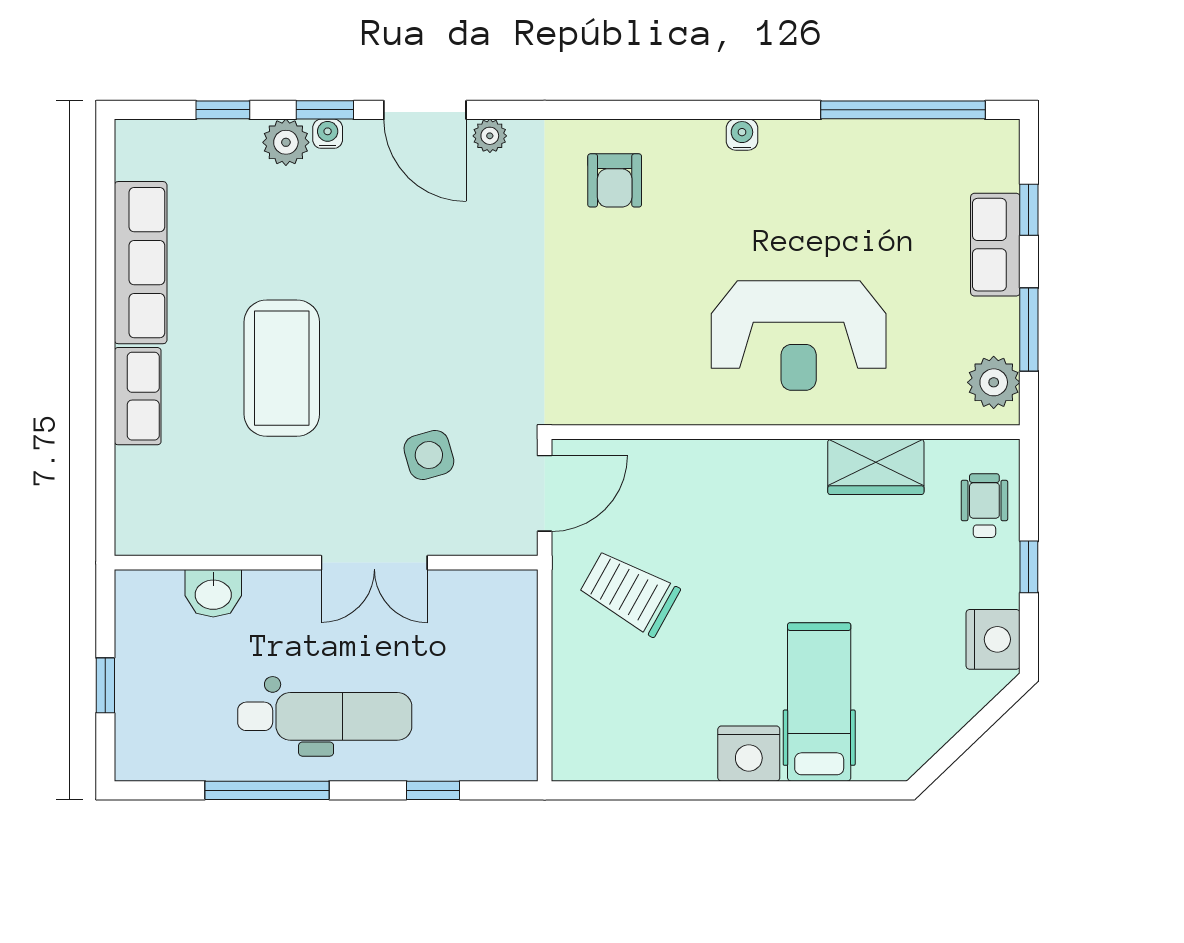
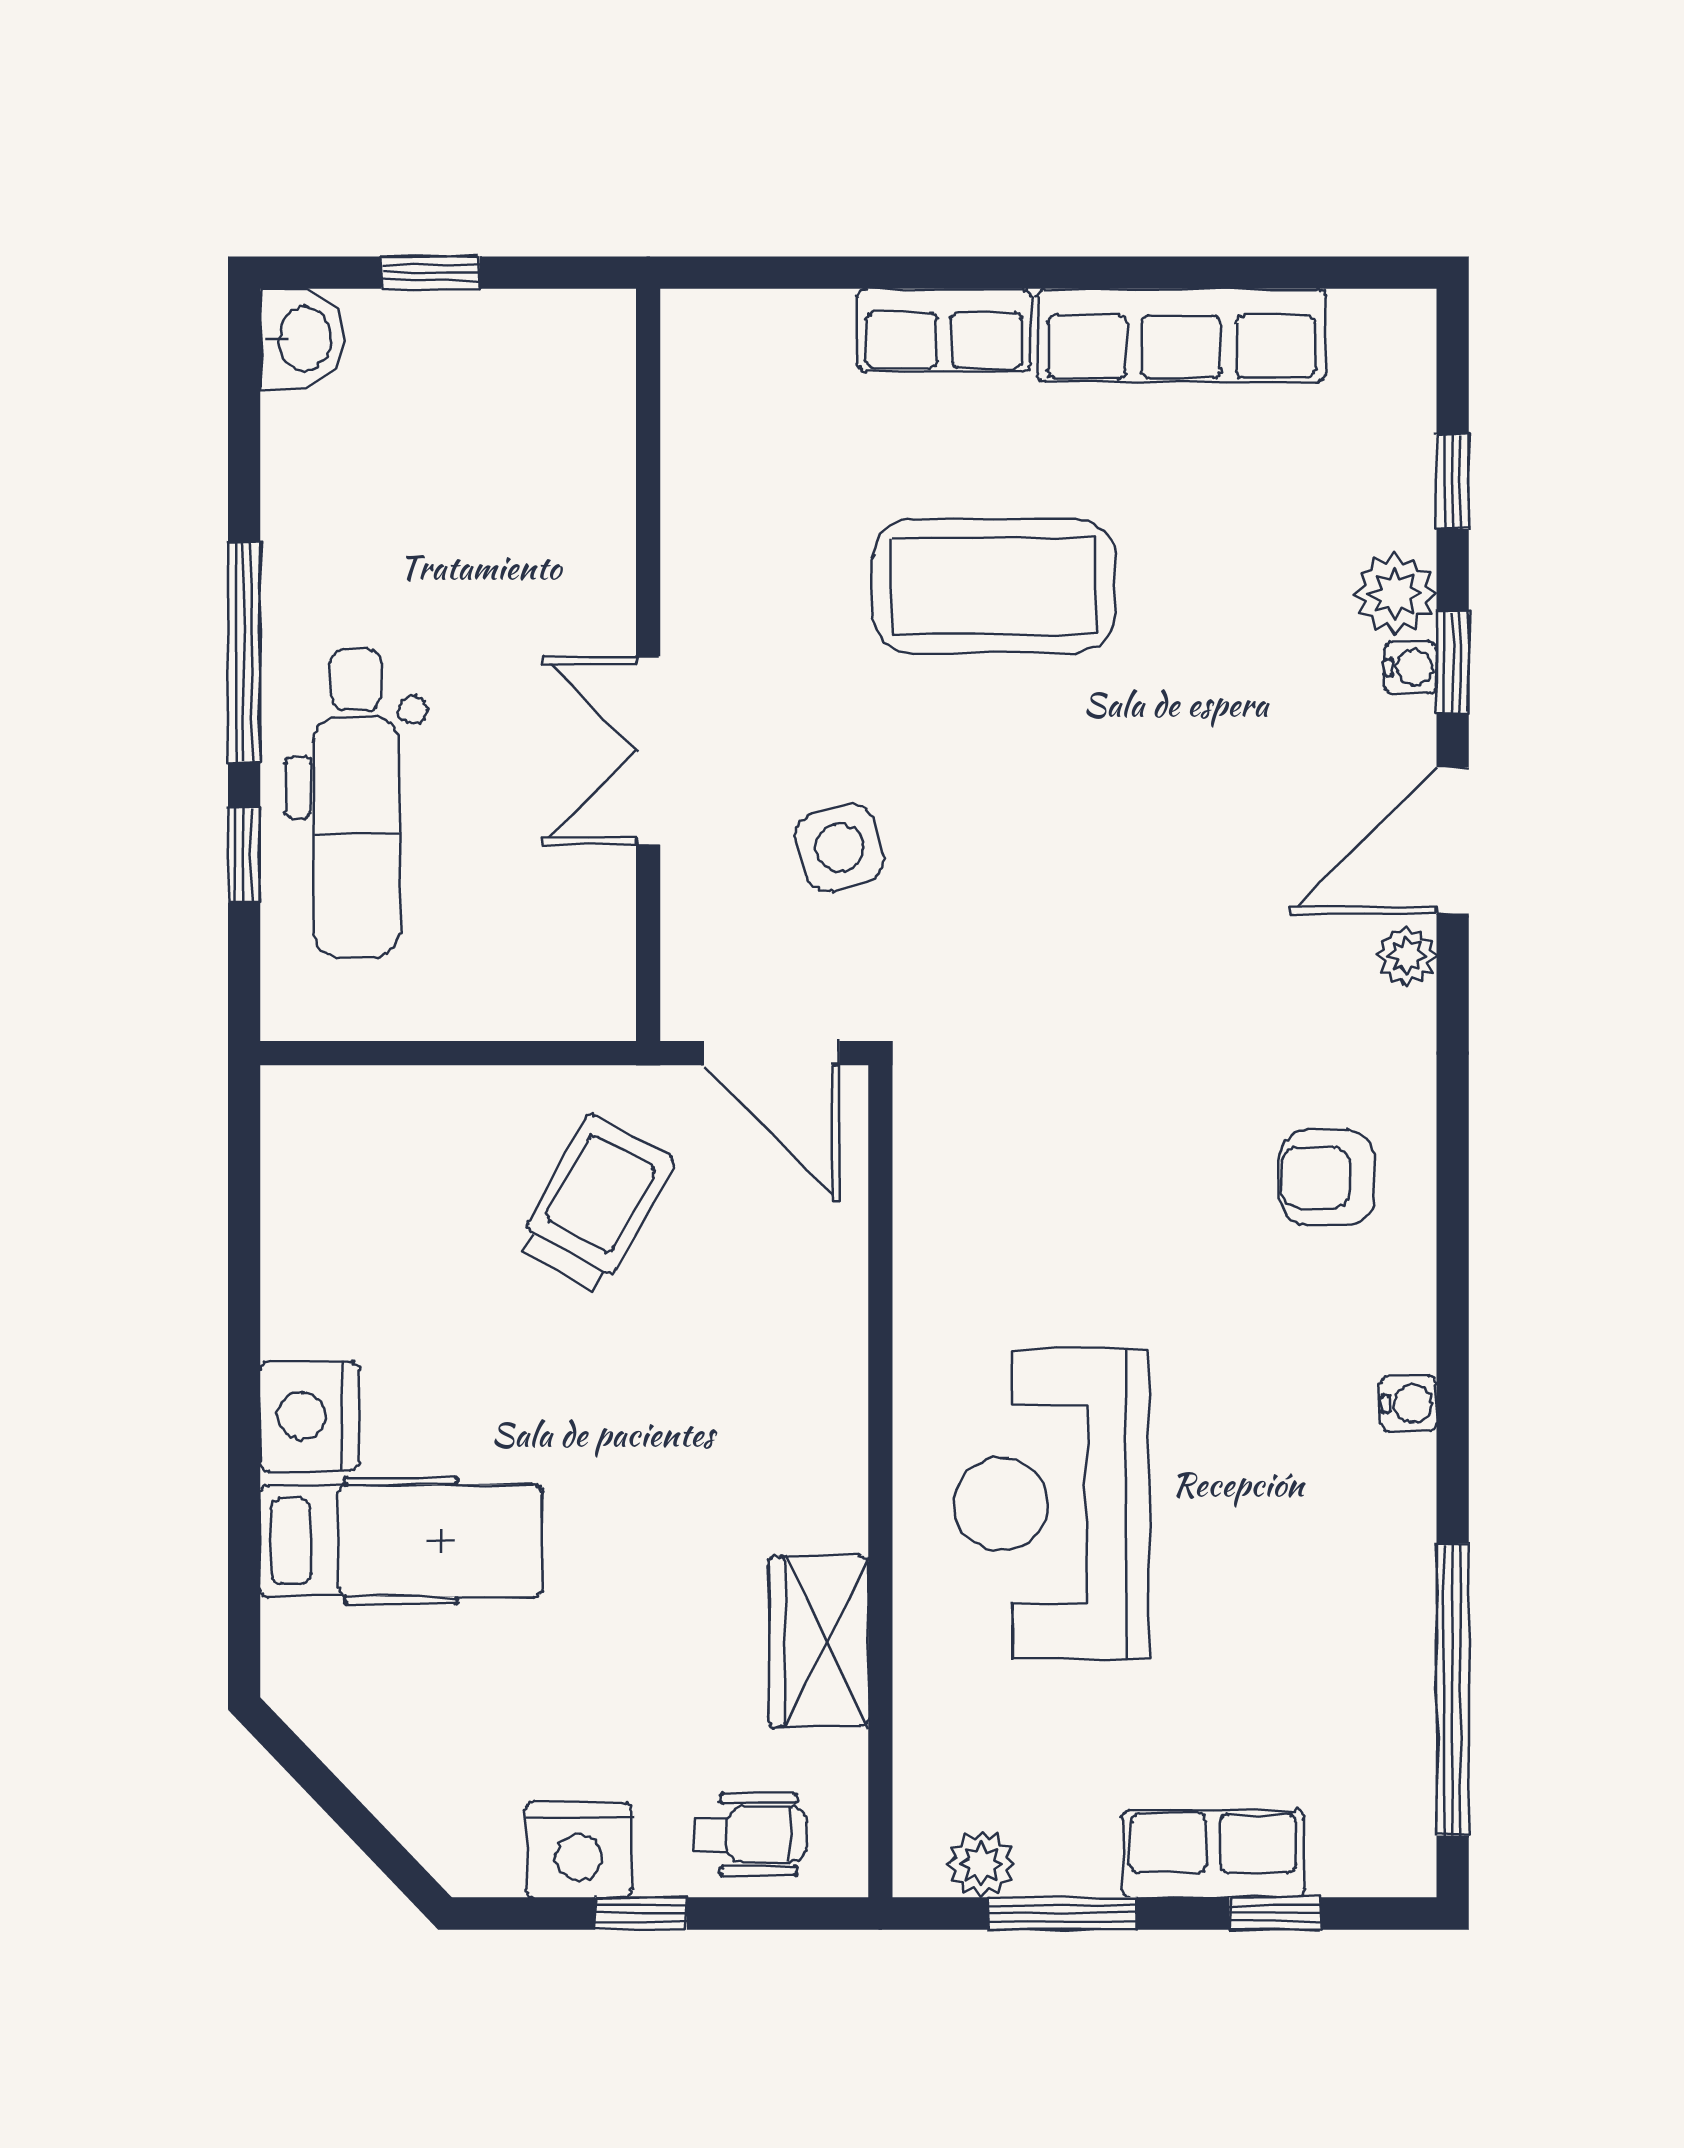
plant: (994, 382) -> (981, 1864), width x0.73, depth x0.73
washbasin: (213, 593) -> (302, 339), moved, turned 180
nightstand: (993, 639) -> (579, 1850), moved
dental chair: (325, 716) -> (356, 803), moved
window: (267, 790) -> (244, 652), moved

